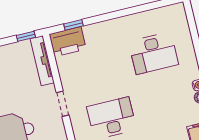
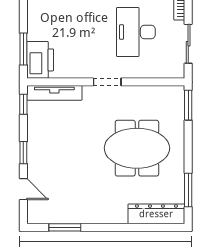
window: (73, 25) -> (23, 49), width x1.50

